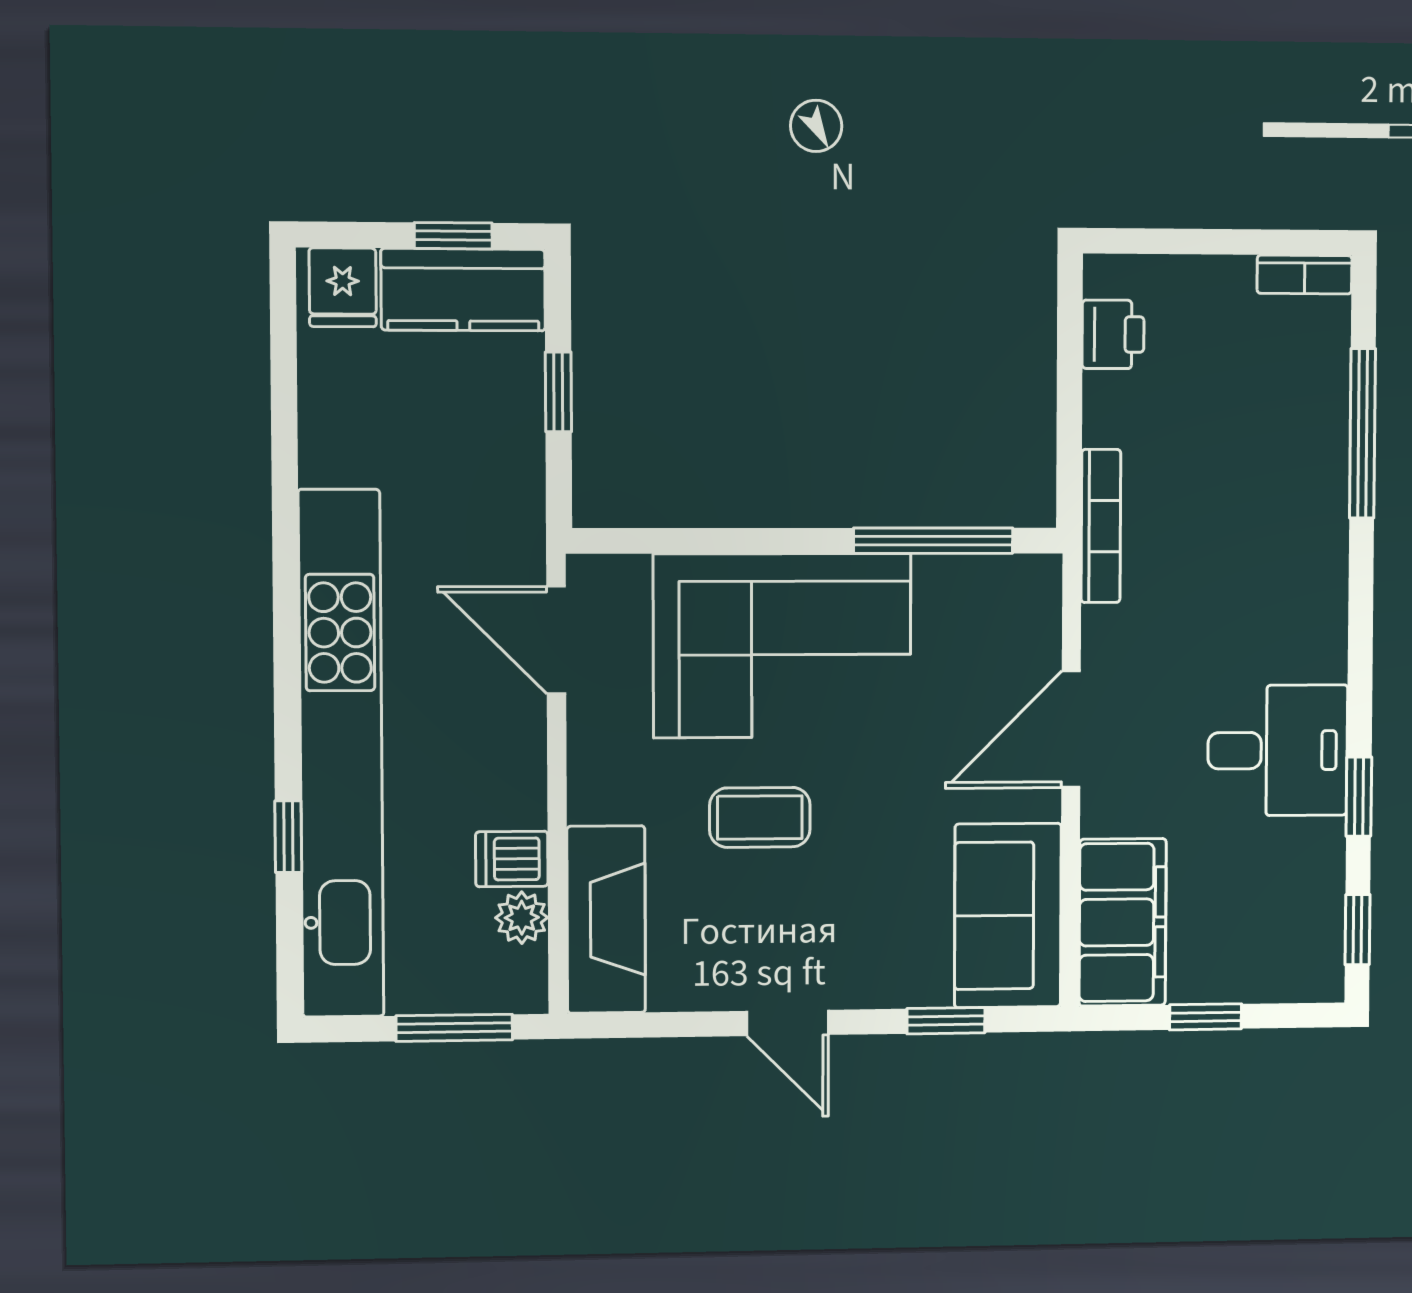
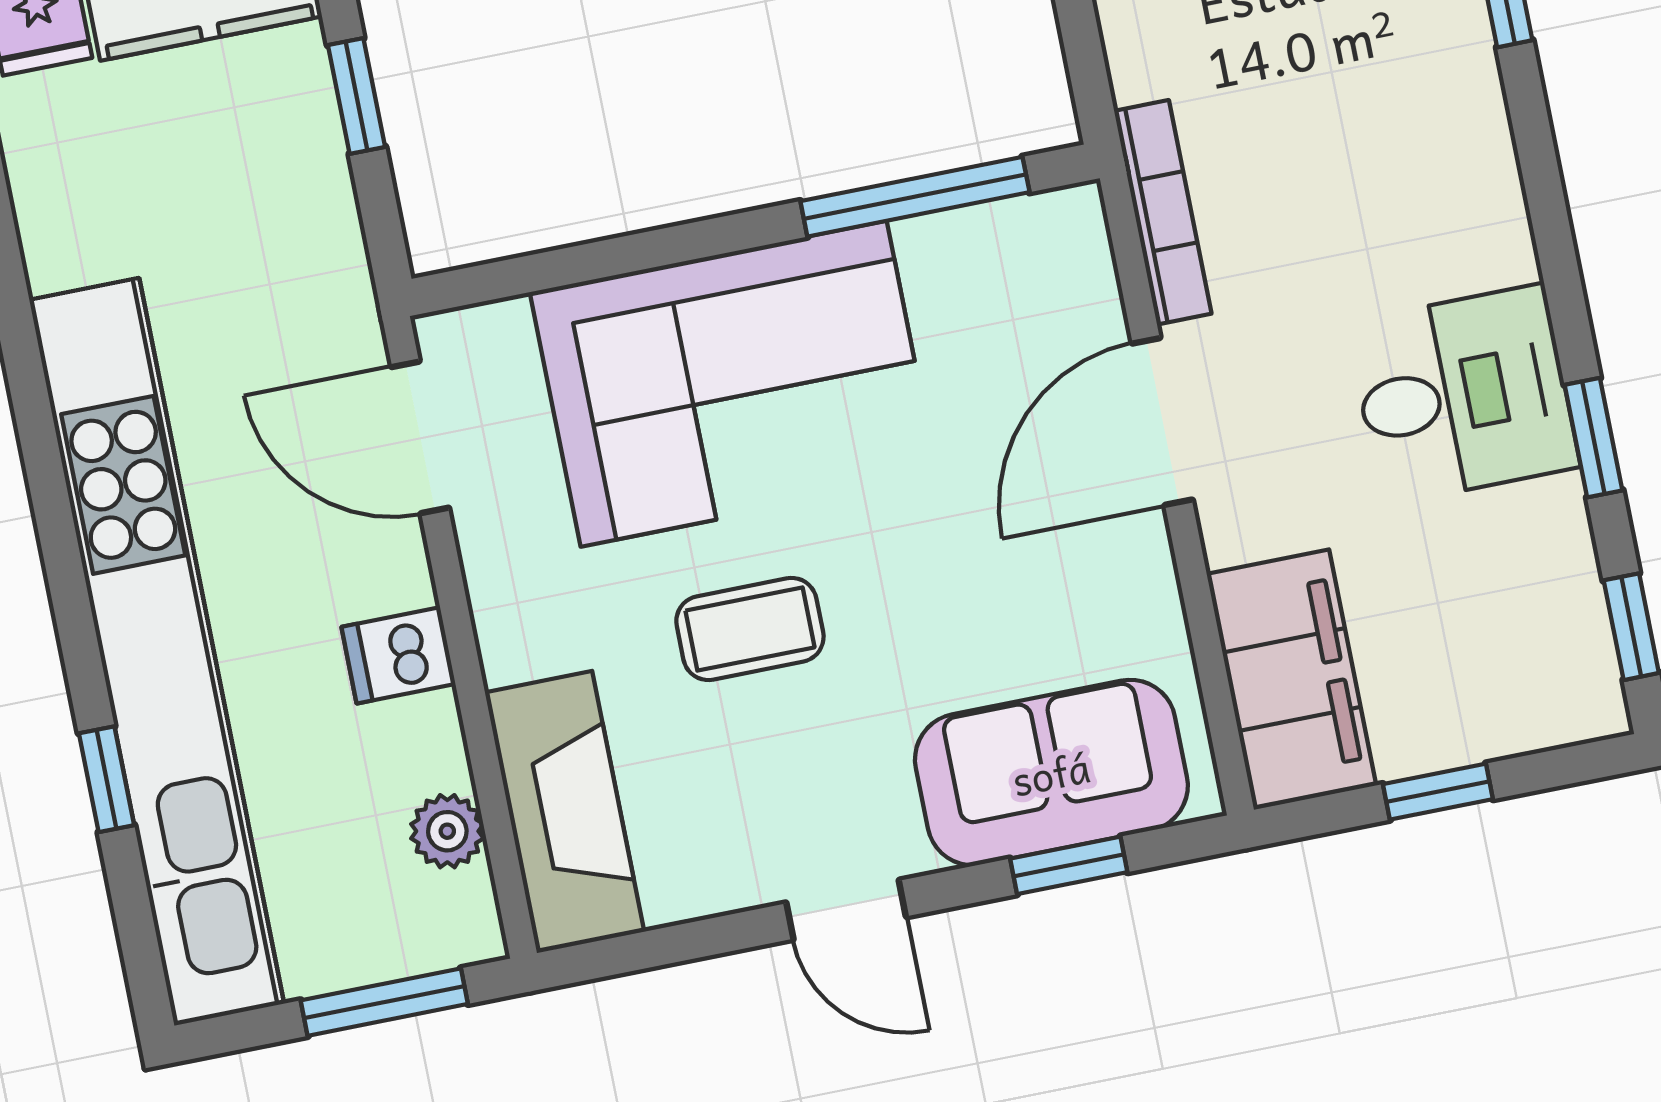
bookcase: (1101, 526) -> (1163, 212), moved
dishwasher: (512, 859) -> (398, 655), moved
sofa: (1008, 916) -> (1051, 773), moved, turned 90

